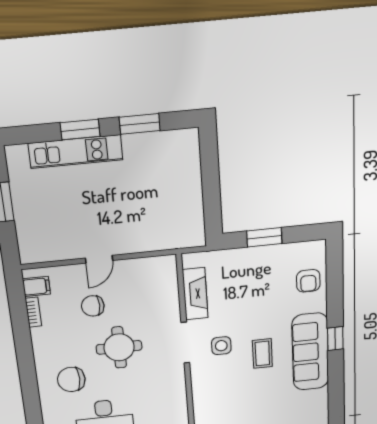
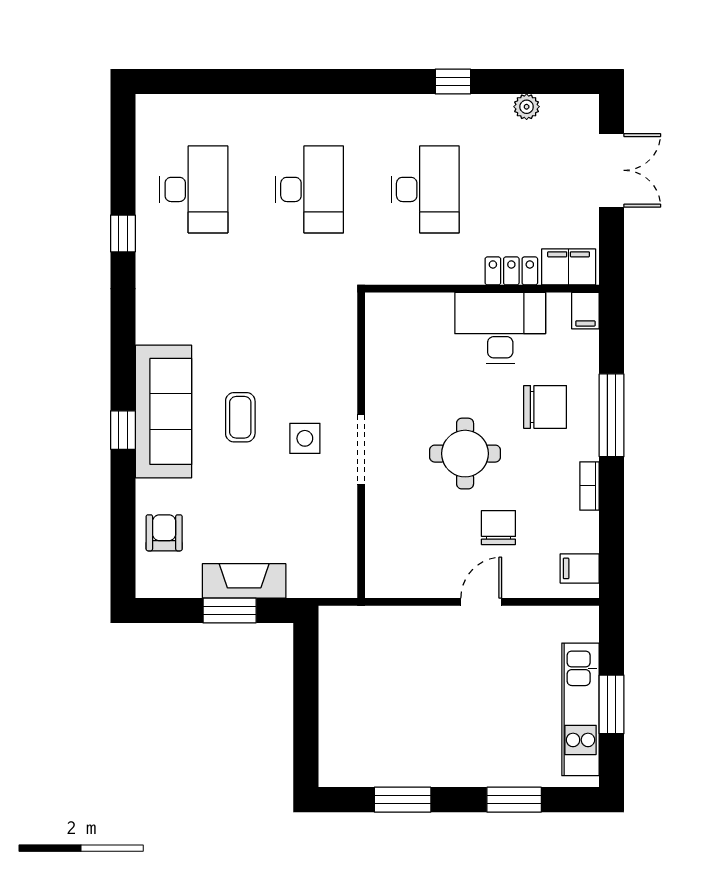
window: (80, 129) -> (514, 800), moved
kitchen unit: (76, 152) -> (580, 709), moved, turned -90
fireplace: (195, 294) -> (244, 581), moved, turned 90
chair: (93, 306) -> (498, 528), turned -90
bookcase: (33, 312) -> (590, 486), moved
window: (28, 379) -> (612, 415), added

